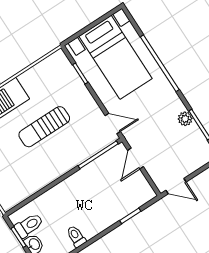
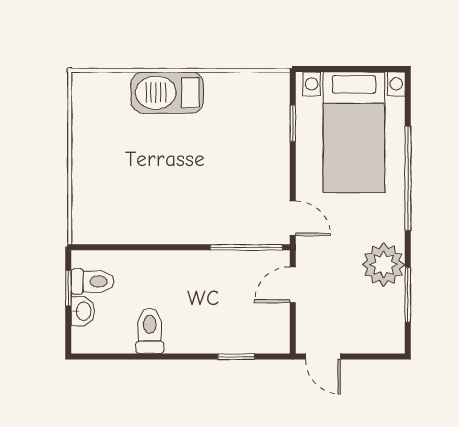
plant: (185, 119) -> (384, 265), width x1.87, depth x1.87
sun lounger: (44, 127) -> (199, 163), removed
toilet: (76, 236) -> (150, 331), width x1.37, depth x1.39

